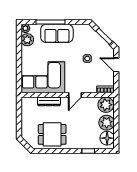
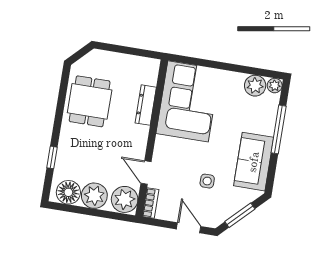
sofa: (57, 33) -> (254, 162), moved
door: (116, 65) -> (189, 228), hinge flipped
door: (75, 95) -> (146, 172), moved

